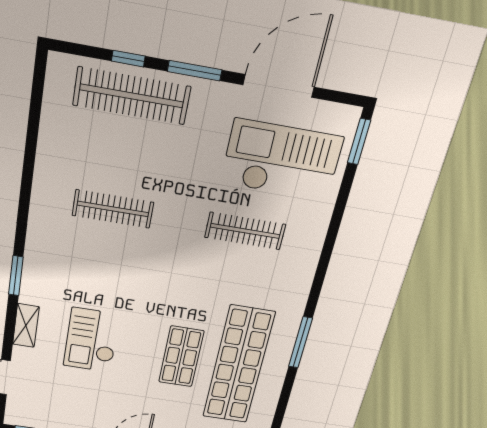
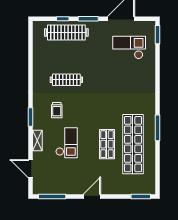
checkout: (282, 160) -> (129, 47), width x0.73, depth x0.83
clothes rail: (245, 231) -> (122, 80), removed
trolley: (80, 271) -> (57, 110), added
checkout: (92, 340) -> (67, 143), turned 180

